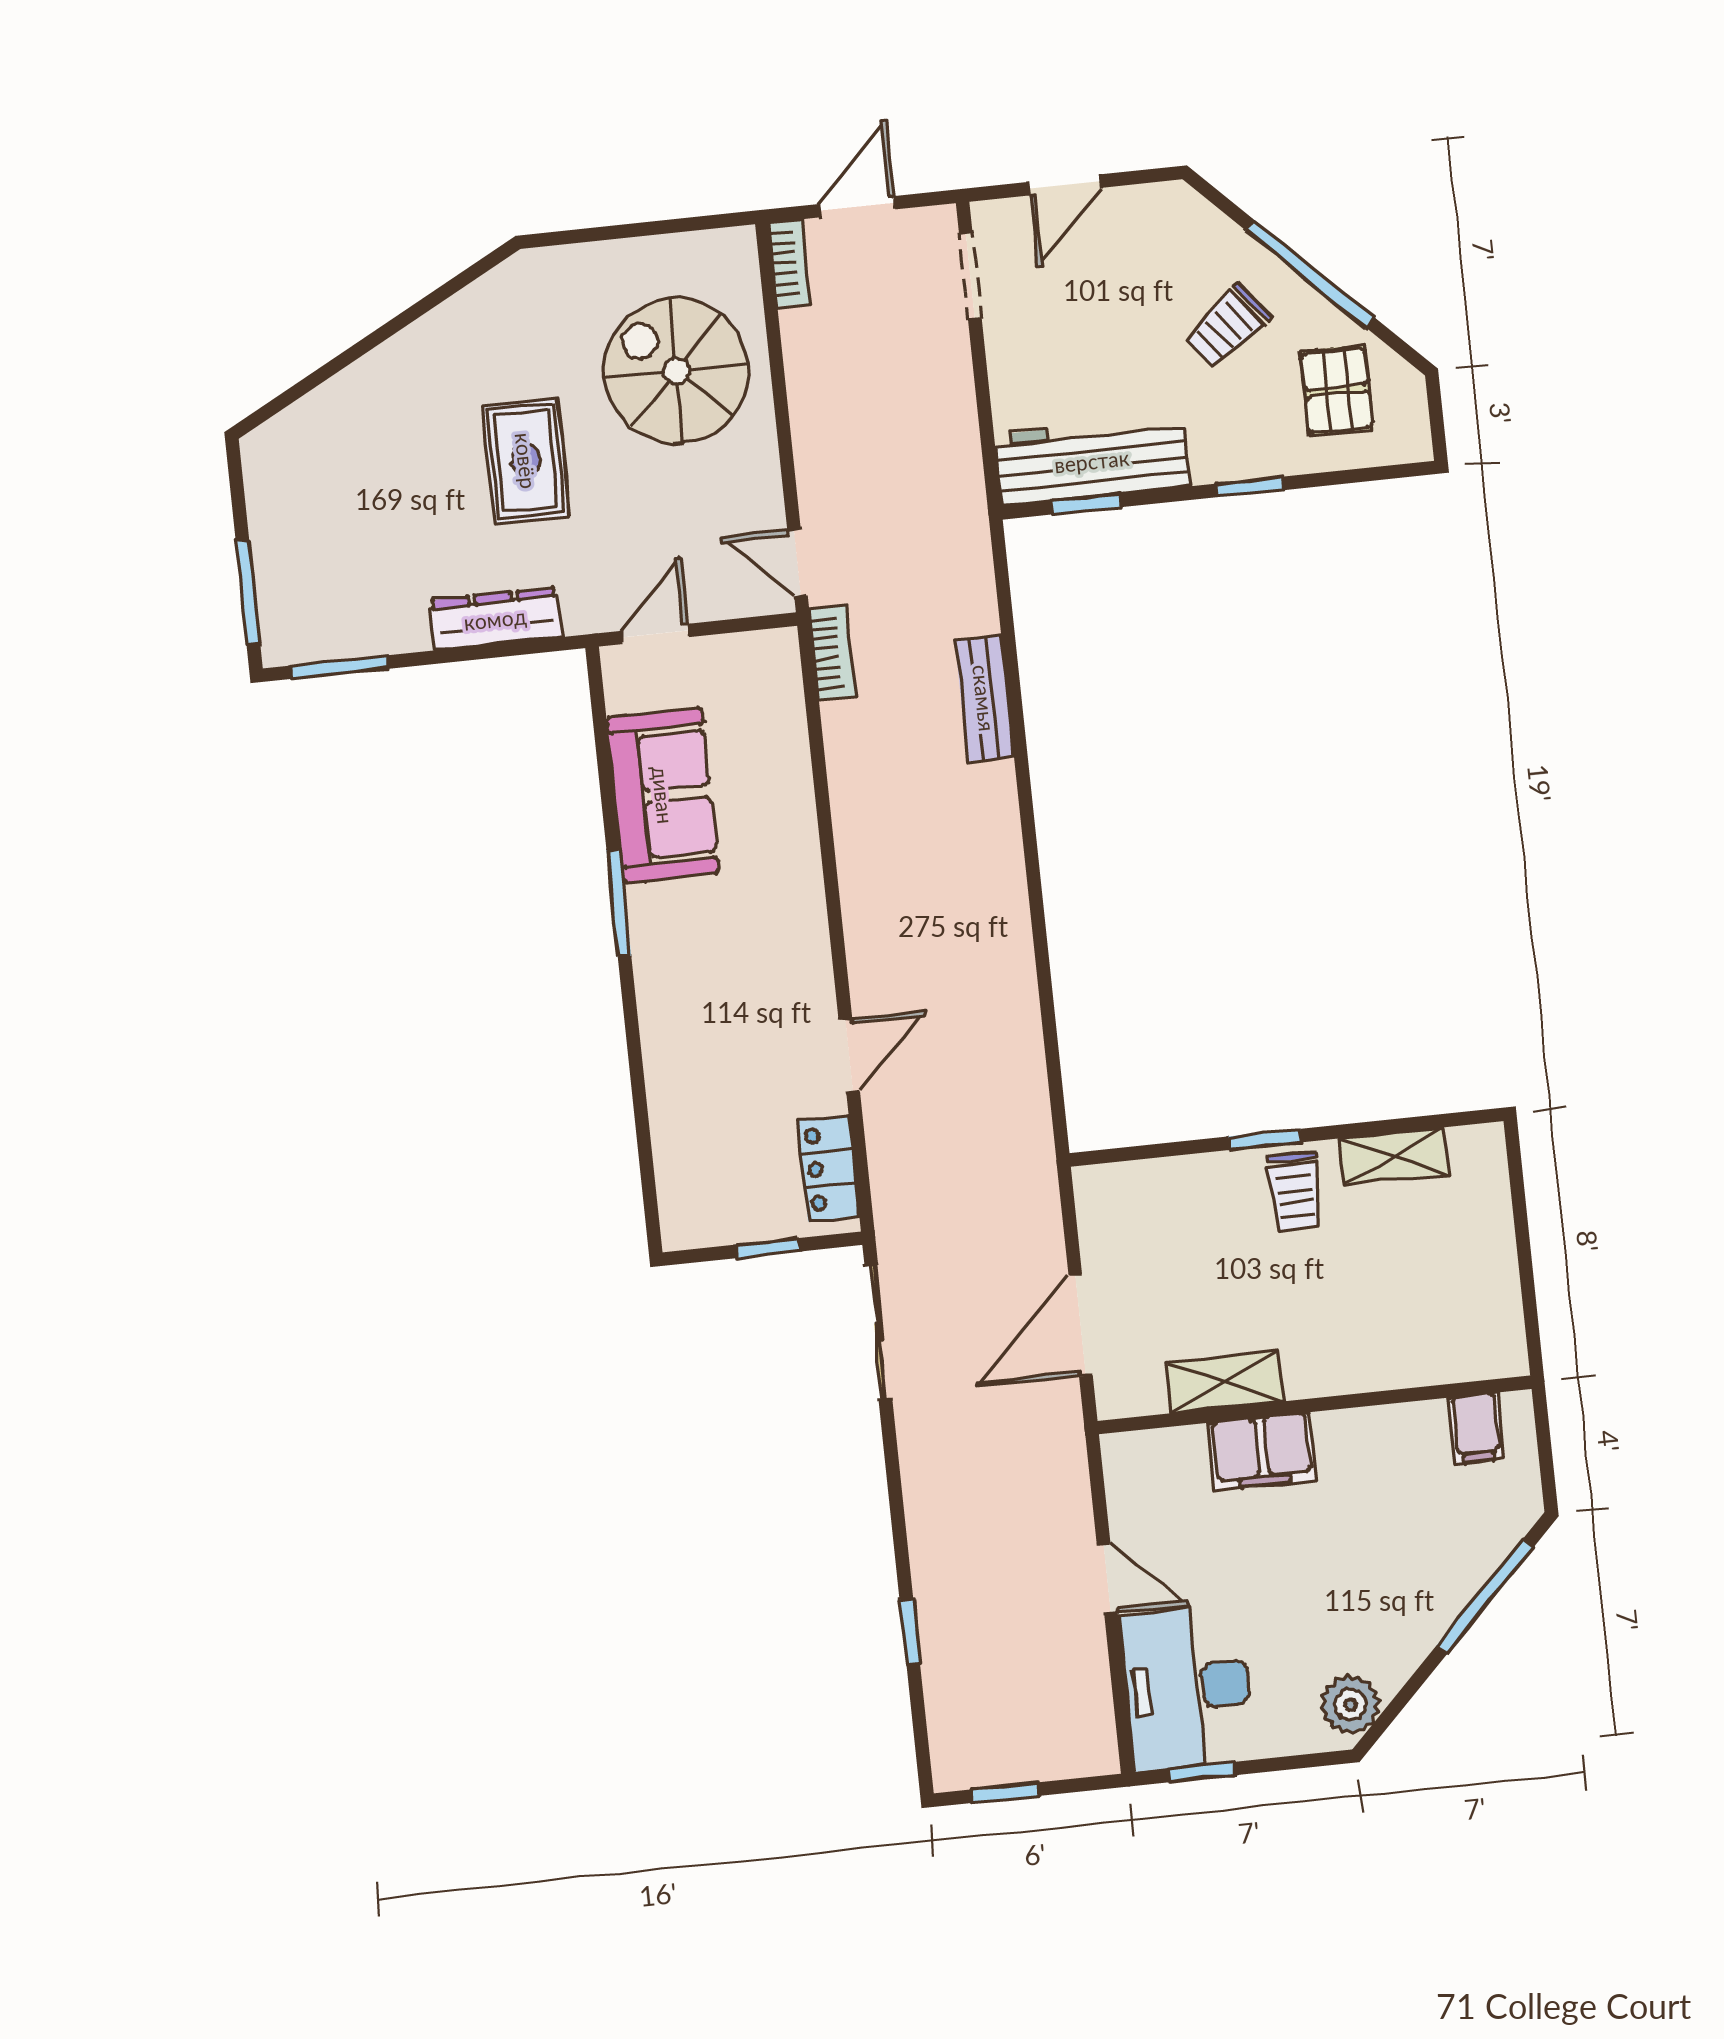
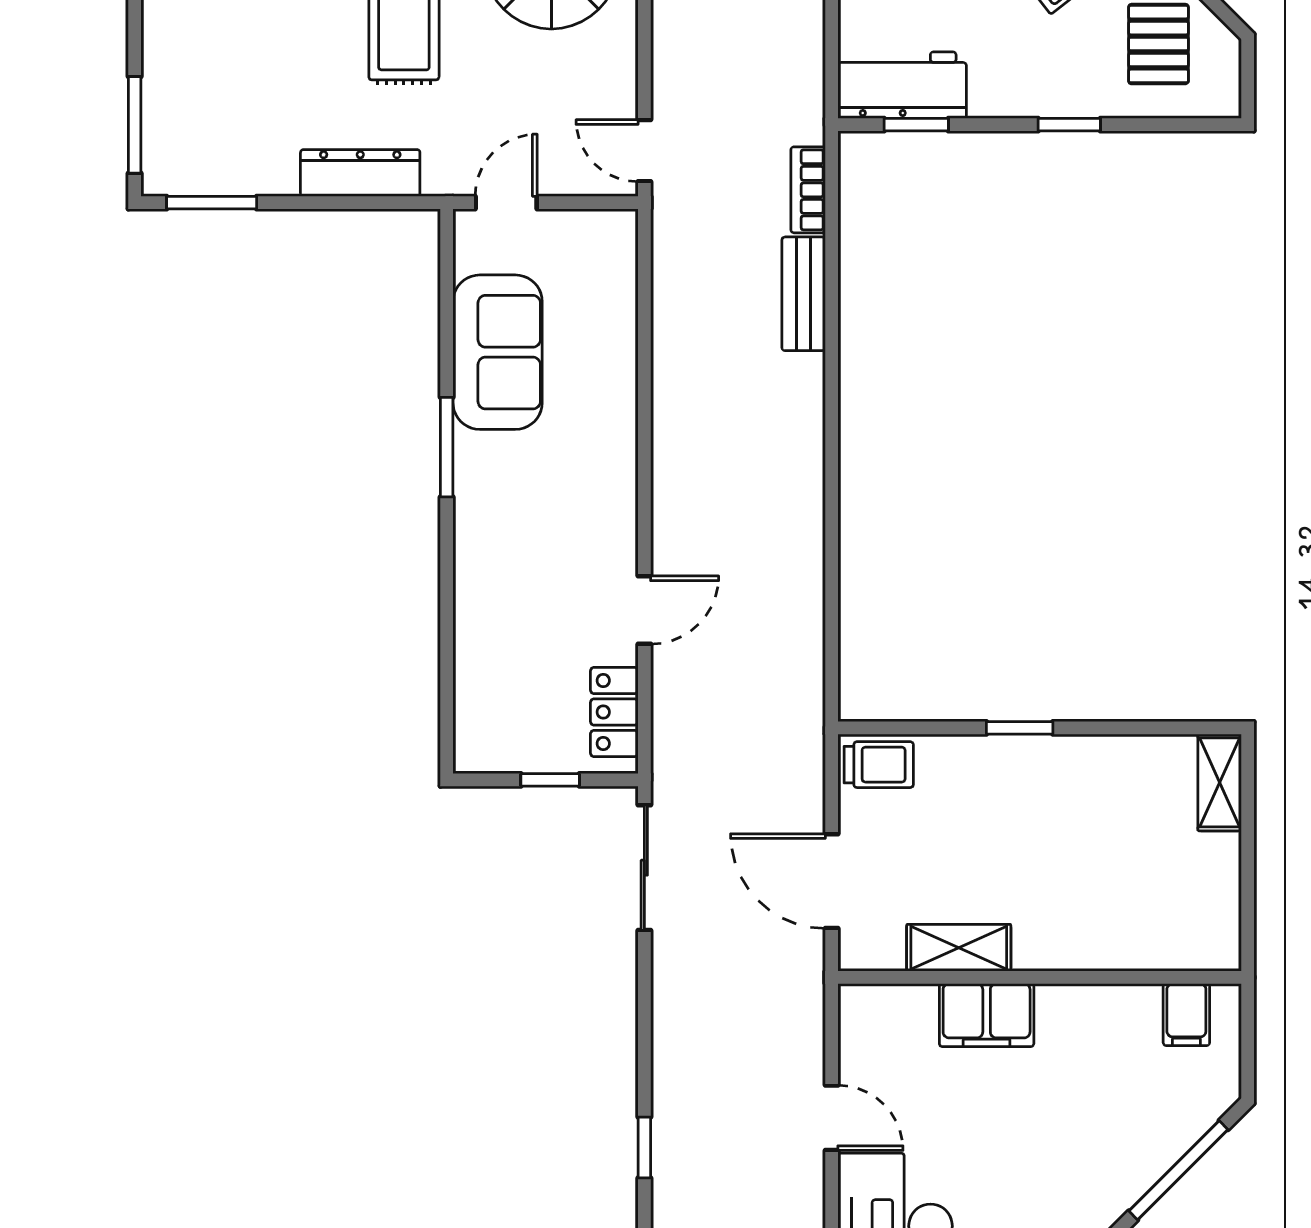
workbench: (1092, 461) -> (902, 85), width x0.73
bookcase: (832, 653) -> (808, 190), moved, turned 180
shelving: (1393, 1156) -> (1220, 782), moved, turned 90
trolley: (1295, 1191) -> (879, 765), moved, turned -90
door: (1081, 1325) -> (832, 881), hinge flipped

